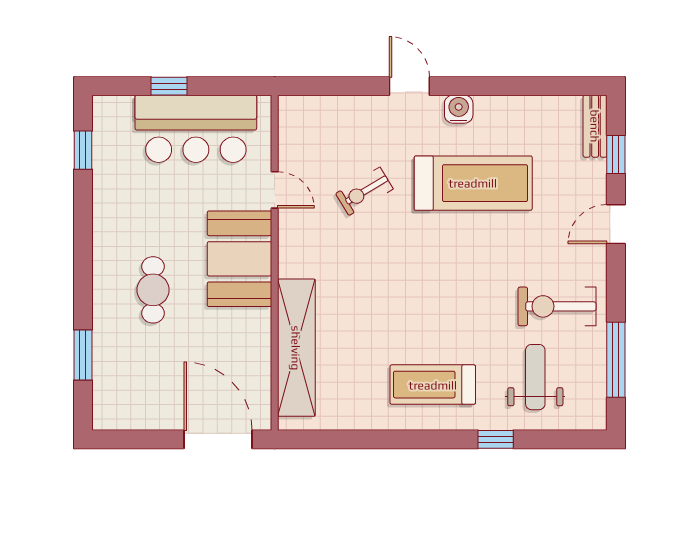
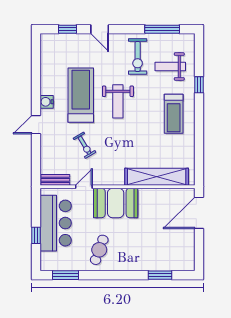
bench: (595, 126) -> (55, 180), moved
window: (83, 150) -> (66, 275), width x1.50
weight bench: (460, 264) -> (118, 101), added
cafe table: (153, 290) -> (99, 250), moved, turned -70

